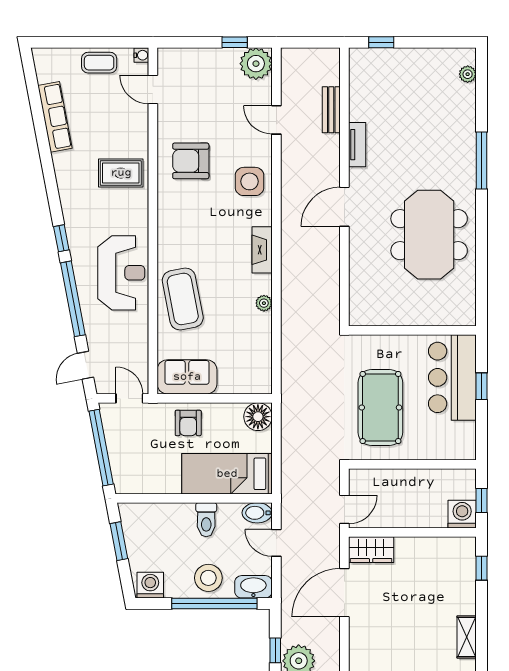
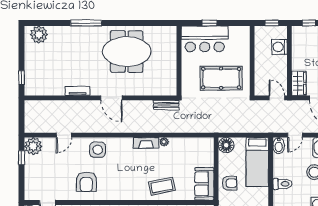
plant: (468, 74) -> (39, 35), width x1.88, depth x1.88
bench: (331, 110) -> (166, 105), moved
fireplace: (262, 250) -> (146, 143), moved
coffee table: (183, 299) -> (162, 186), width x0.73, depth x0.76
washing machine: (462, 514) -> (279, 47), moved
toilet: (206, 520) -> (282, 184), moved

